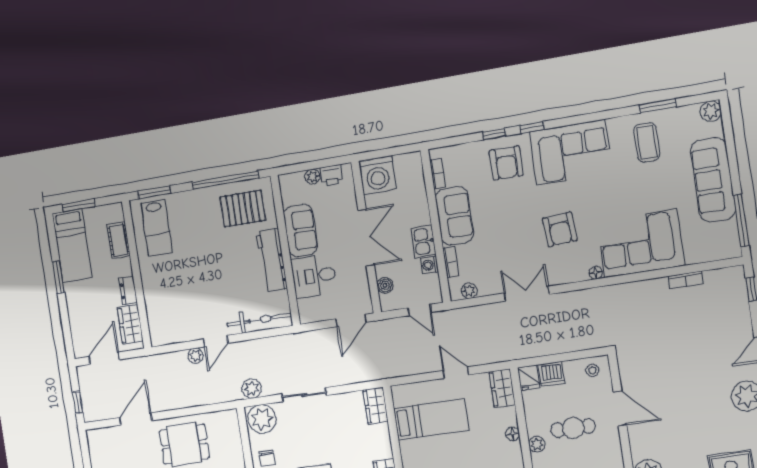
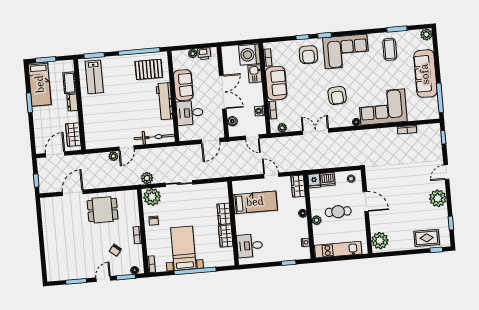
washing machine: (377, 175) -> (249, 55), moved, turned 90
kitchen sink: (423, 241) -> (255, 74), moved
dresser: (128, 290) -> (72, 103), moved
wardrobe: (376, 406) -> (224, 214), moved

